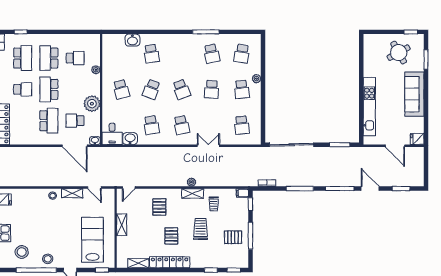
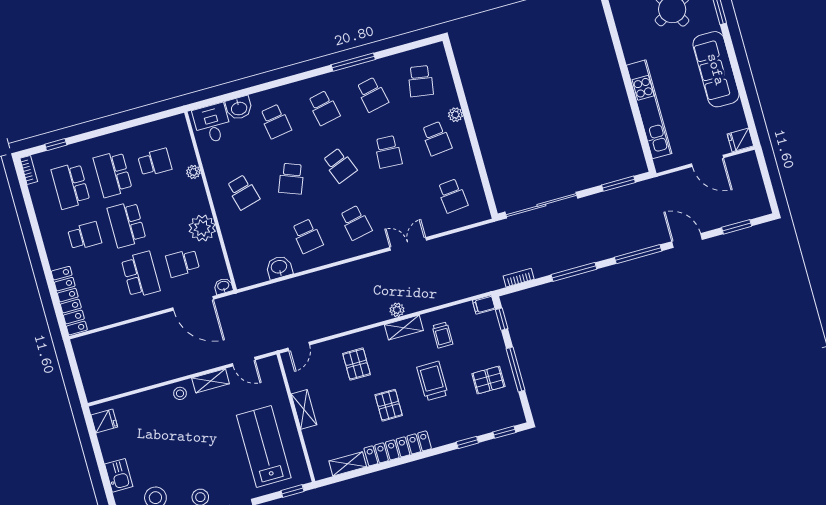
school desk: (182, 54) -> (324, 108), added
school desk: (23, 58) -> (71, 186), turned 180
desk: (112, 134) -> (212, 123), moved, turned 180

